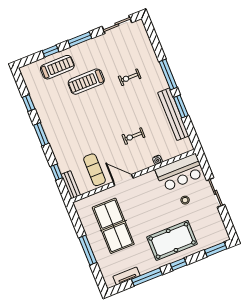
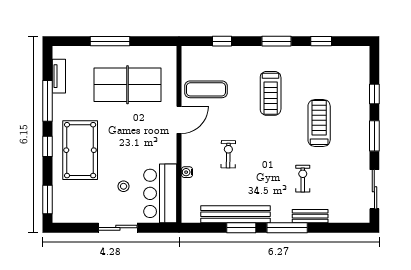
treadmill: (57, 67) -> (271, 93), moved
bench: (71, 185) -> (310, 216), moved

